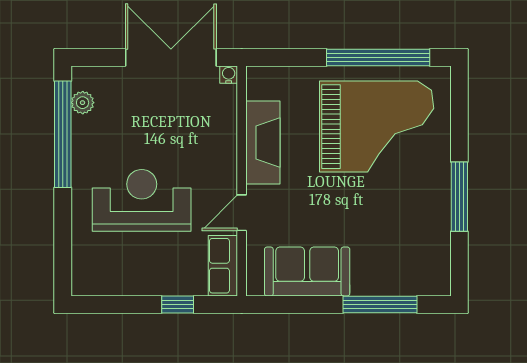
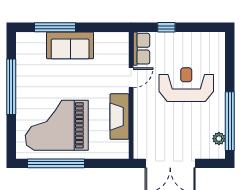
water cooler: (229, 75) -> (138, 154), removed
window: (459, 197) -> (11, 87), width x1.46
reception desk: (142, 200) -> (186, 85), turned 180
sofa: (307, 272) -> (70, 45), moved

